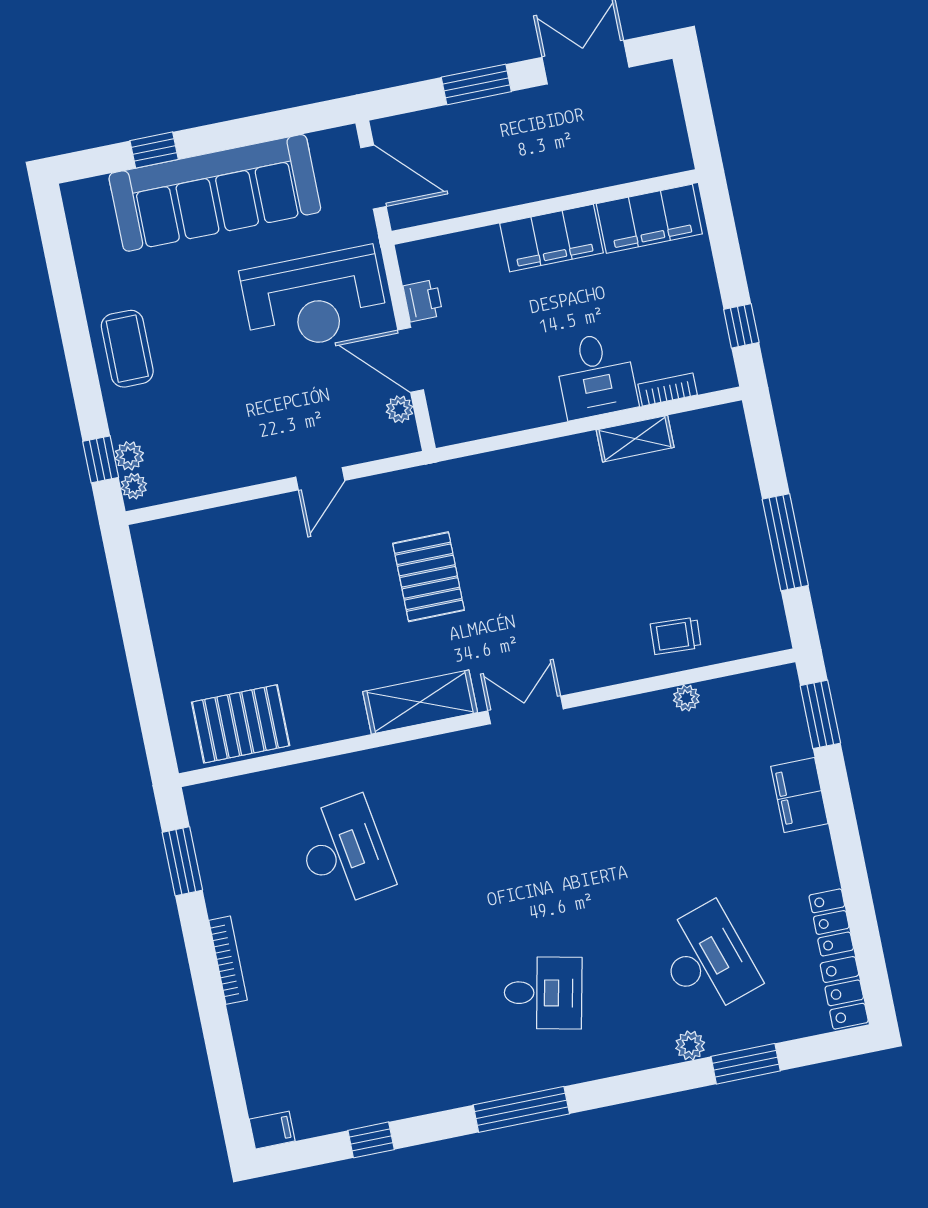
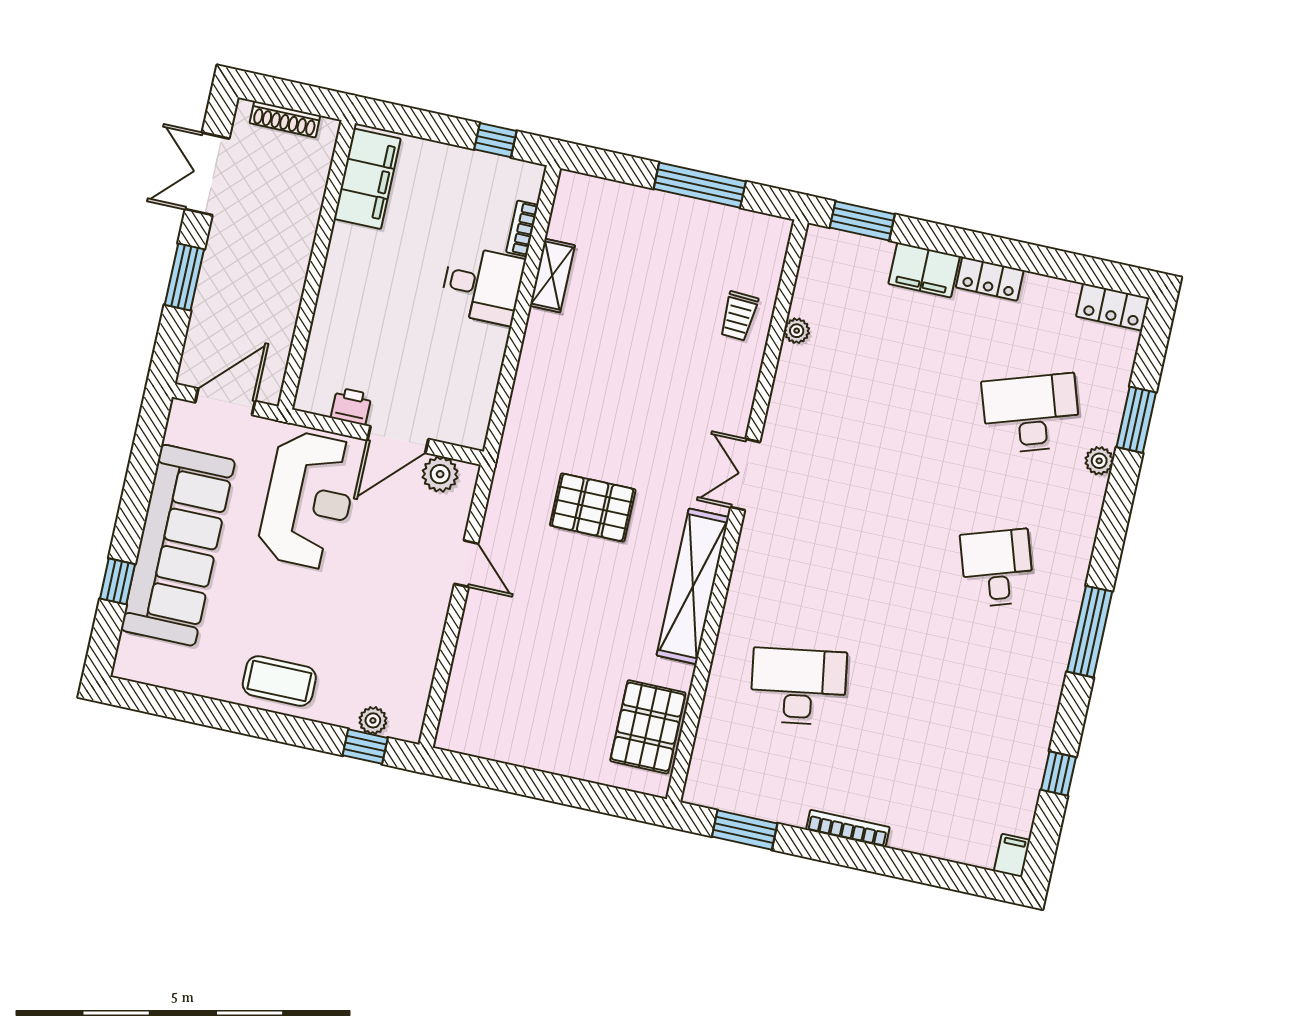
shoe rack: (671, 114) -> (285, 119), added
filing cabinet: (552, 238) -> (346, 271), removed
plant: (400, 409) -> (440, 474), width x1.38, depth x1.38
plant: (134, 486) -> (401, 728), removed
shelving: (420, 702) -> (693, 586), width x1.47
locker: (831, 922) -> (990, 279), moved
desk: (543, 993) -> (997, 568), turned -30

